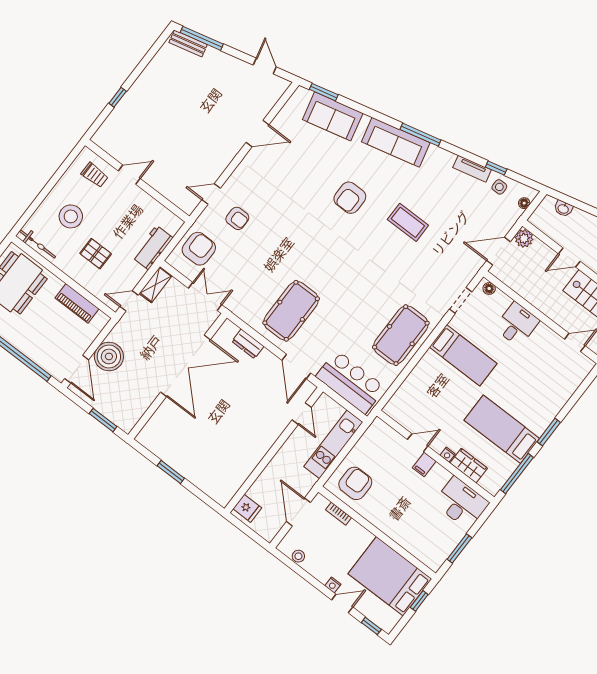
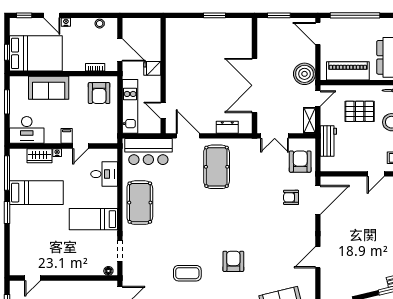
door: (211, 194) -> (318, 200), width x1.87
armchair: (199, 249) -> (300, 162), turned 180
pallet: (96, 254) -> (360, 111), width x1.50, depth x1.42
piano: (77, 303) -> (348, 71), width x1.37, depth x1.33
desk: (517, 324) -> (104, 174), moved, turned -90
boiler: (109, 356) -> (304, 74), moved
fridge: (247, 508) -> (152, 68), moved
sofa: (404, 530) -> (49, 88), added
door: (342, 604) -> (52, 15), hinge flipped

